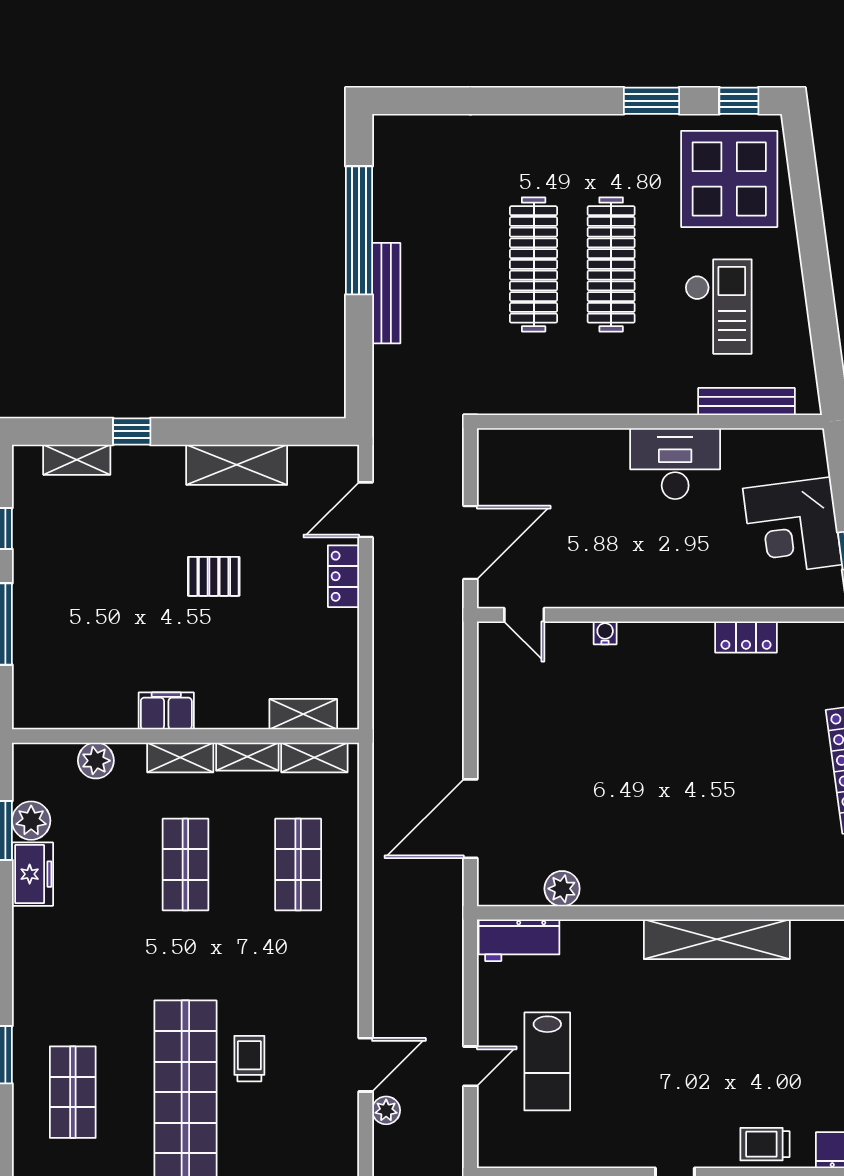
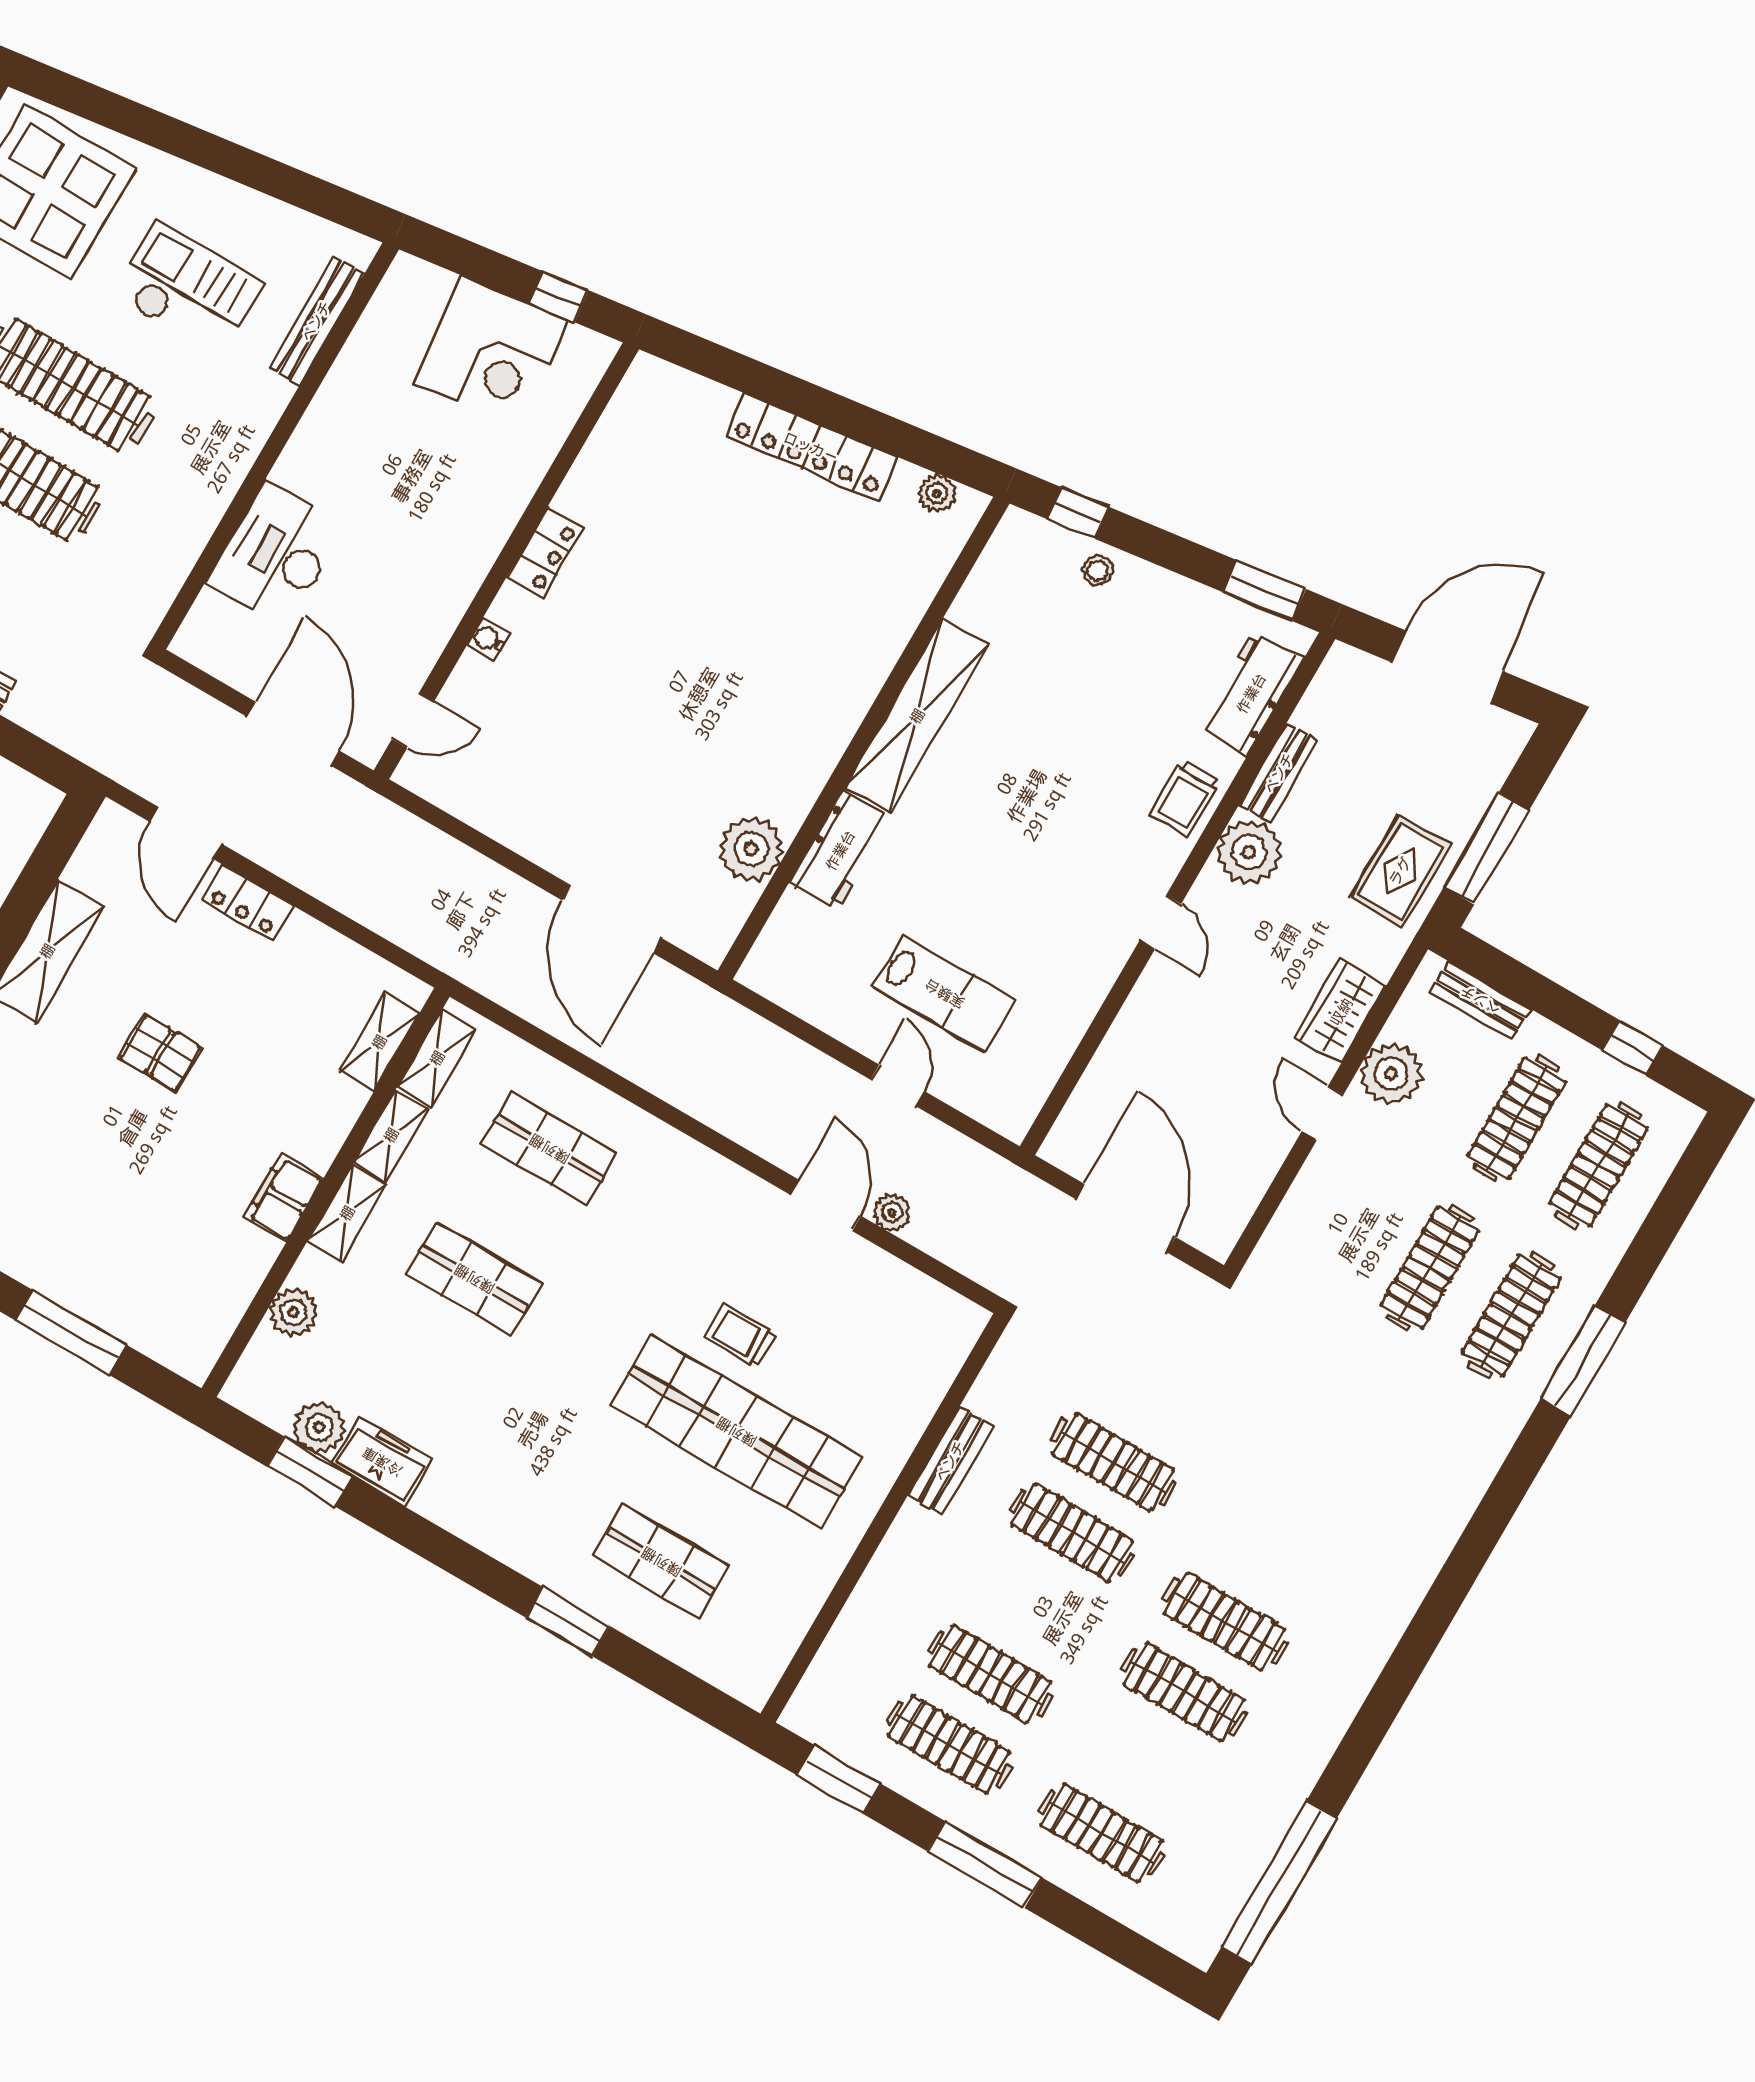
desk: (675, 464) -> (276, 554), moved
pallet: (214, 576) -> (160, 1053), turned 90
locker: (746, 637) -> (545, 553), moved
plant: (562, 889) -> (751, 849), width x1.36, depth x1.36
workbench: (519, 940) -> (840, 850), moved

